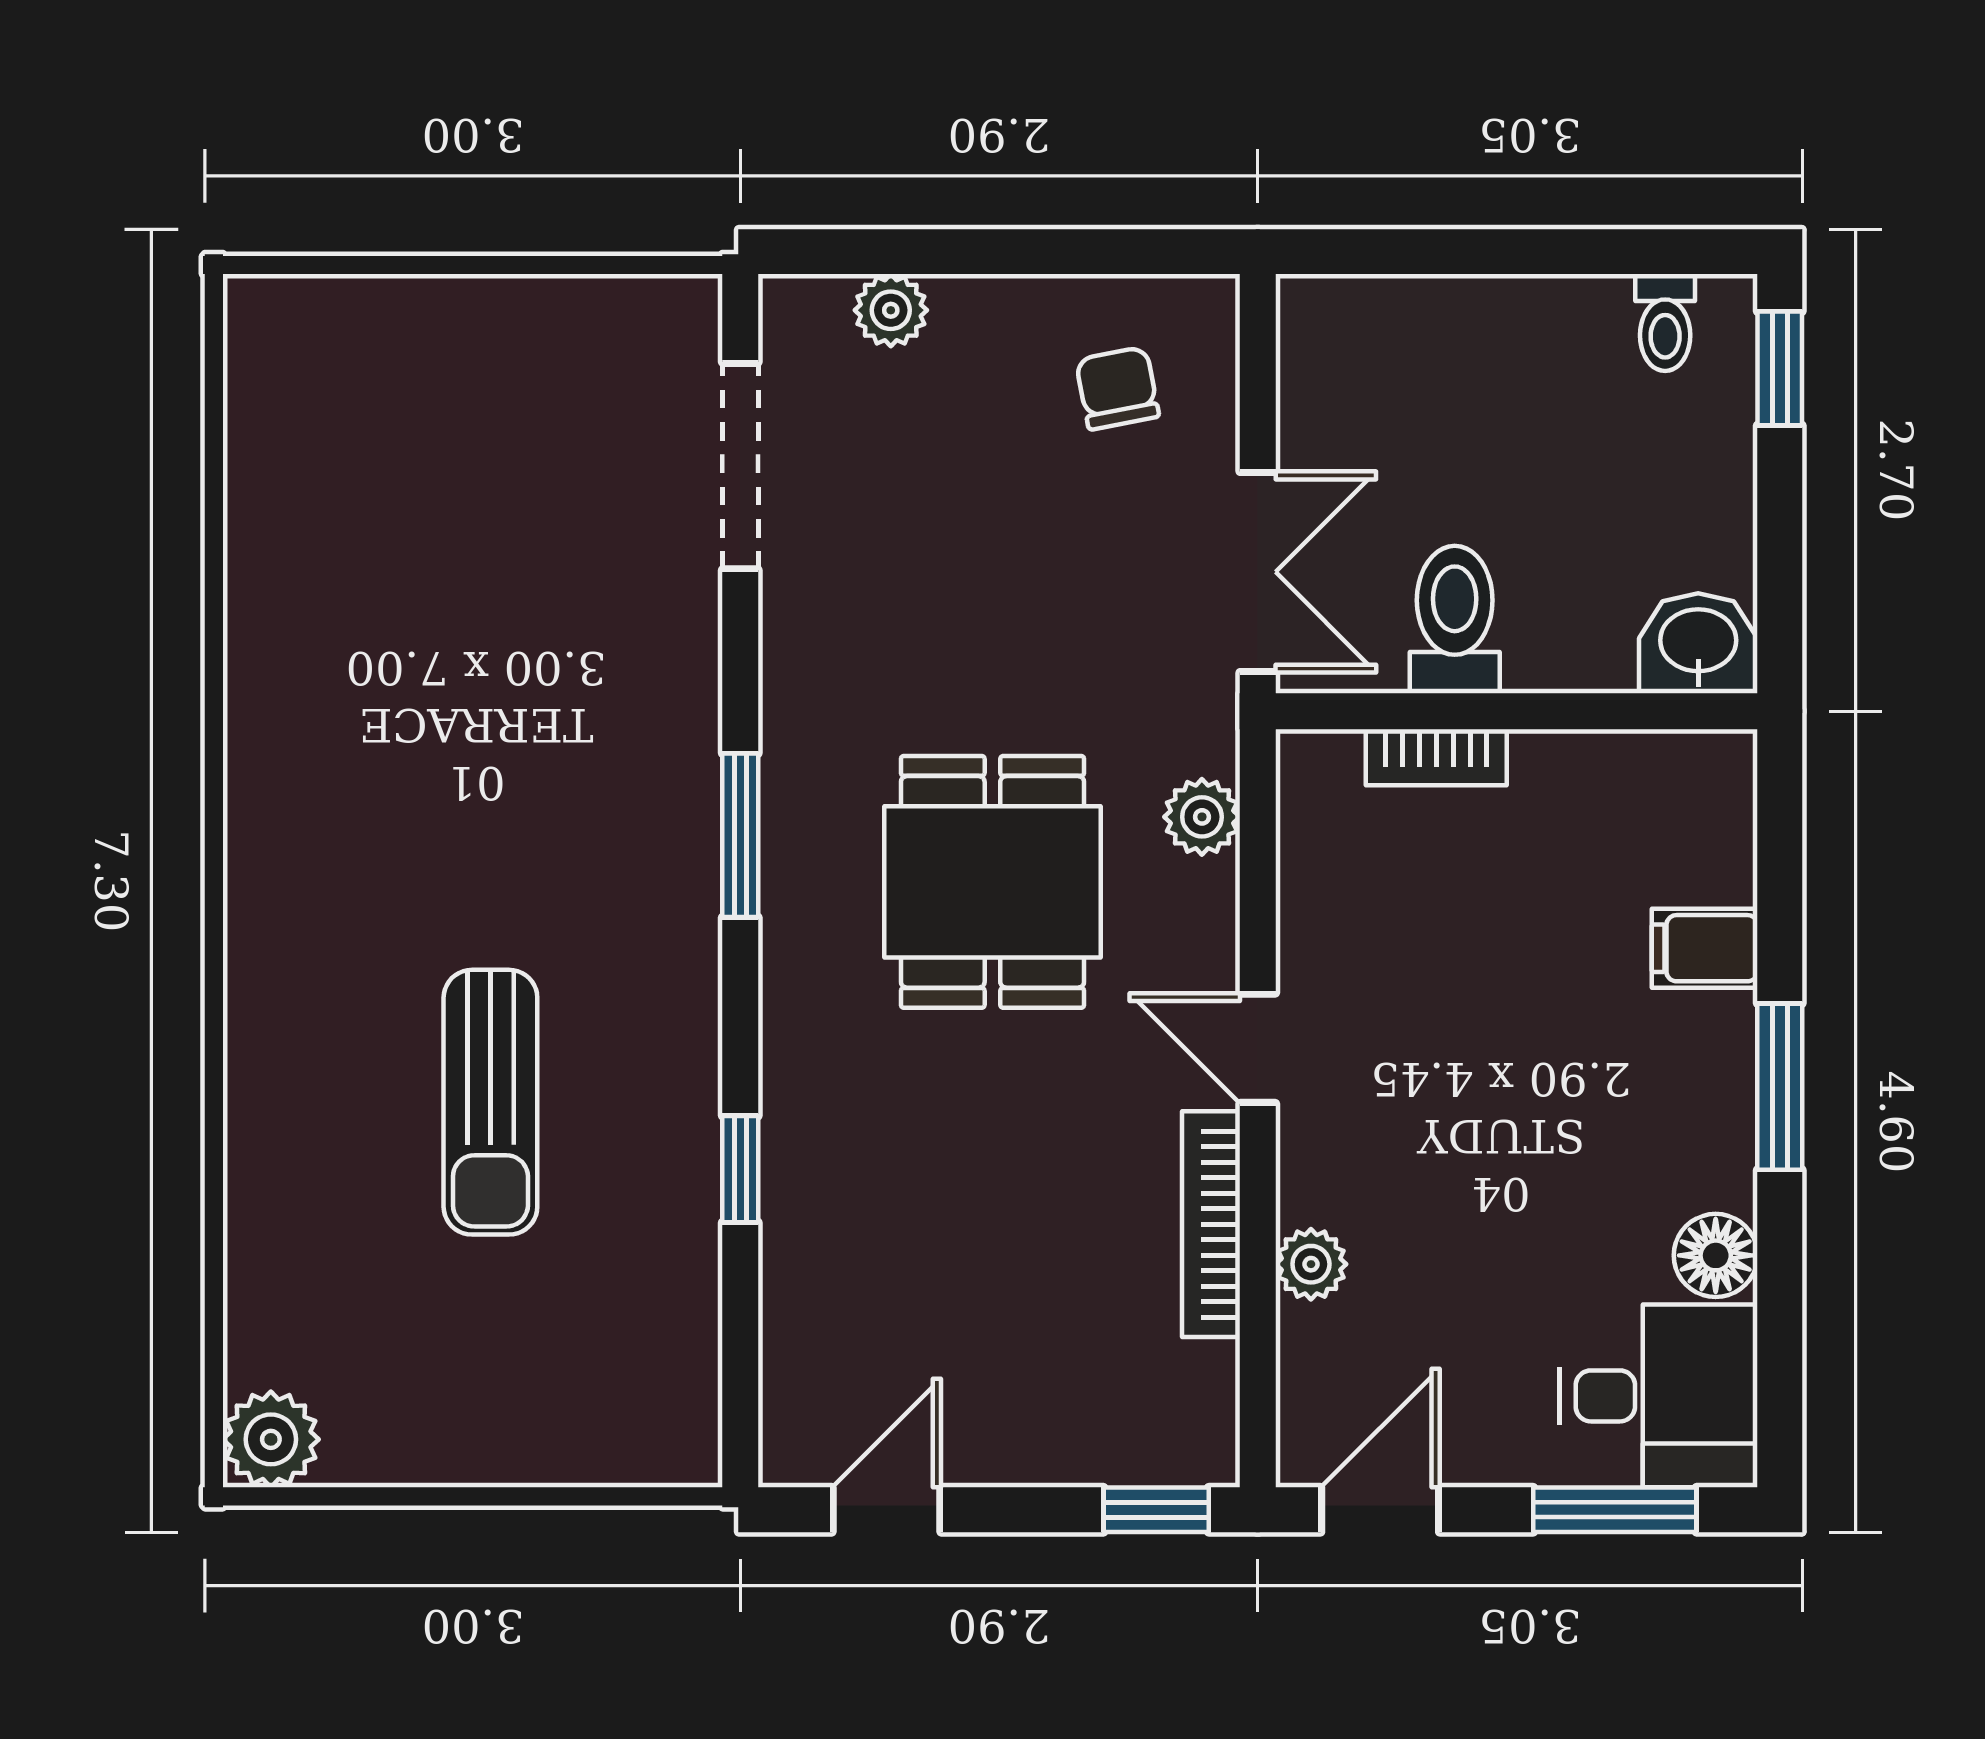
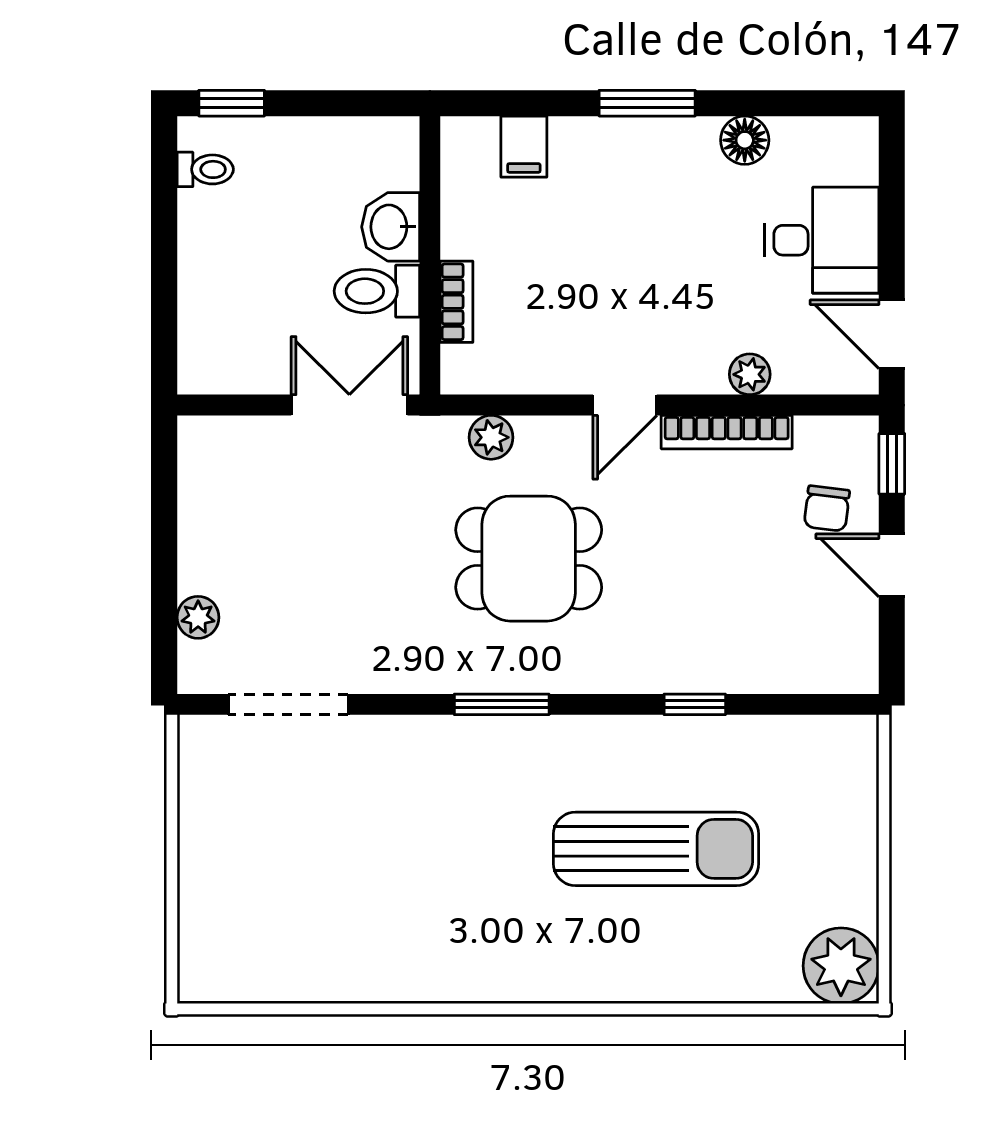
chair: (1117, 388) -> (827, 508), moved, turned -72
washbasin: (1698, 643) -> (391, 227), moved
filing cabinet: (1705, 948) -> (524, 147), moved
sun lounger: (490, 1102) -> (656, 849), width x1.36, depth x1.34
desk: (1659, 1396) -> (822, 240), moved, turned 90
plant: (271, 1439) -> (841, 966), width x1.36, depth x1.36
door: (886, 1510) -> (892, 565), moved
window: (1615, 1510) -> (892, 199), removed

